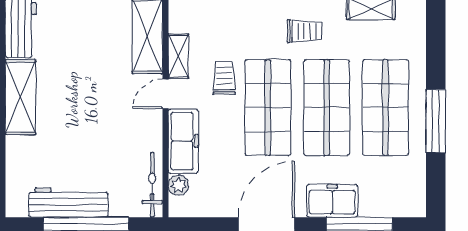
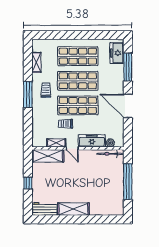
window: (436, 121) -> (84, 35), removed
freezer: (332, 201) -> (117, 53), moved
workbench: (68, 202) -> (118, 189), removed

